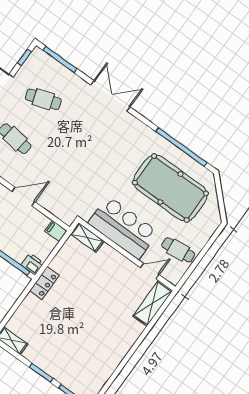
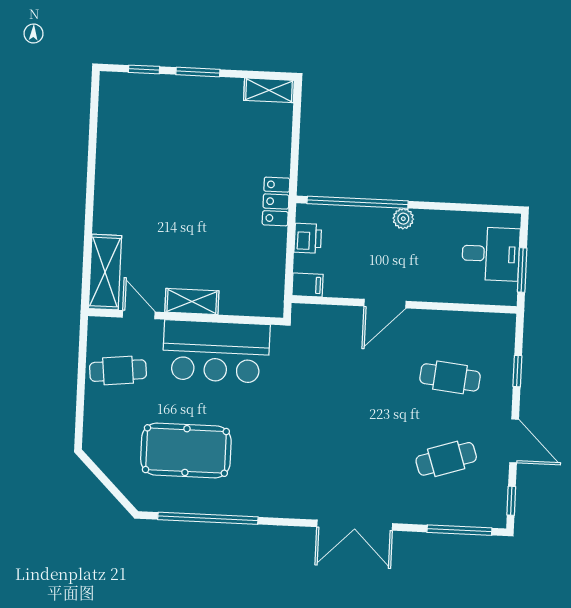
pool table: (170, 188) -> (186, 451), width x0.73, depth x0.76
shelving: (87, 238) -> (192, 301), moved
printer: (33, 264) -> (308, 238), moved, turned -90
door: (150, 271) -> (139, 315), swing flipped

